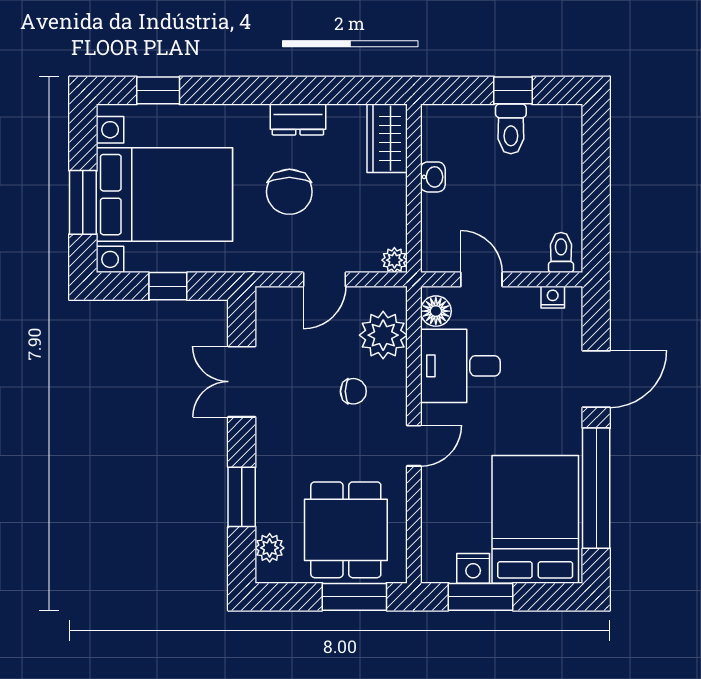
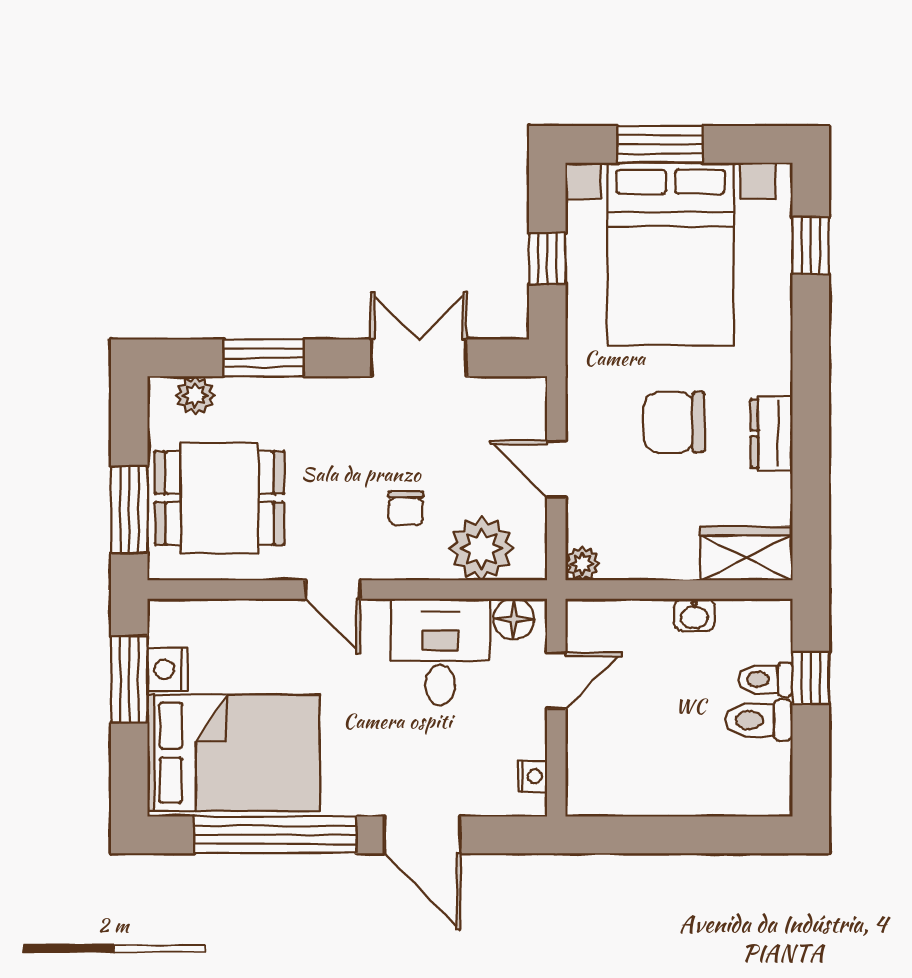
window: (513, 90) -> (811, 678), moved
toilet: (561, 253) -> (765, 679), moved, turned 180

